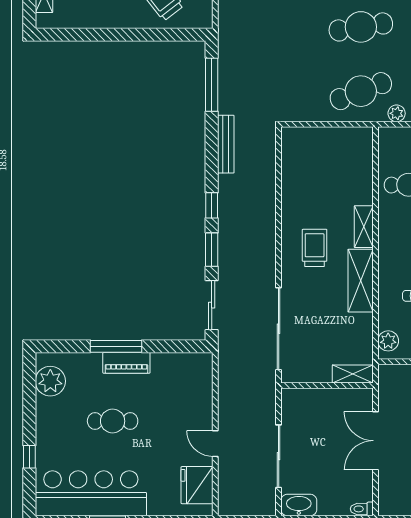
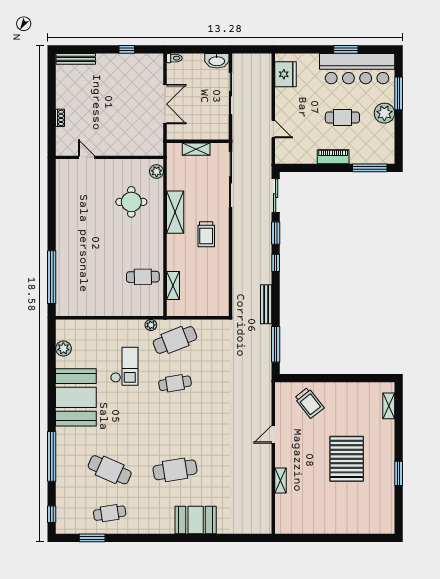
cafe table: (361, 27) -> (175, 383), width x0.73, depth x0.74
shelving: (364, 227) -> (173, 285), moved
window: (116, 346) -> (370, 168), moved
shelving: (353, 374) -> (196, 149), moved
plant: (50, 381) -> (384, 113), moved
door: (215, 444) -> (273, 129), moved
window: (29, 457) -> (399, 93), width x2.17

